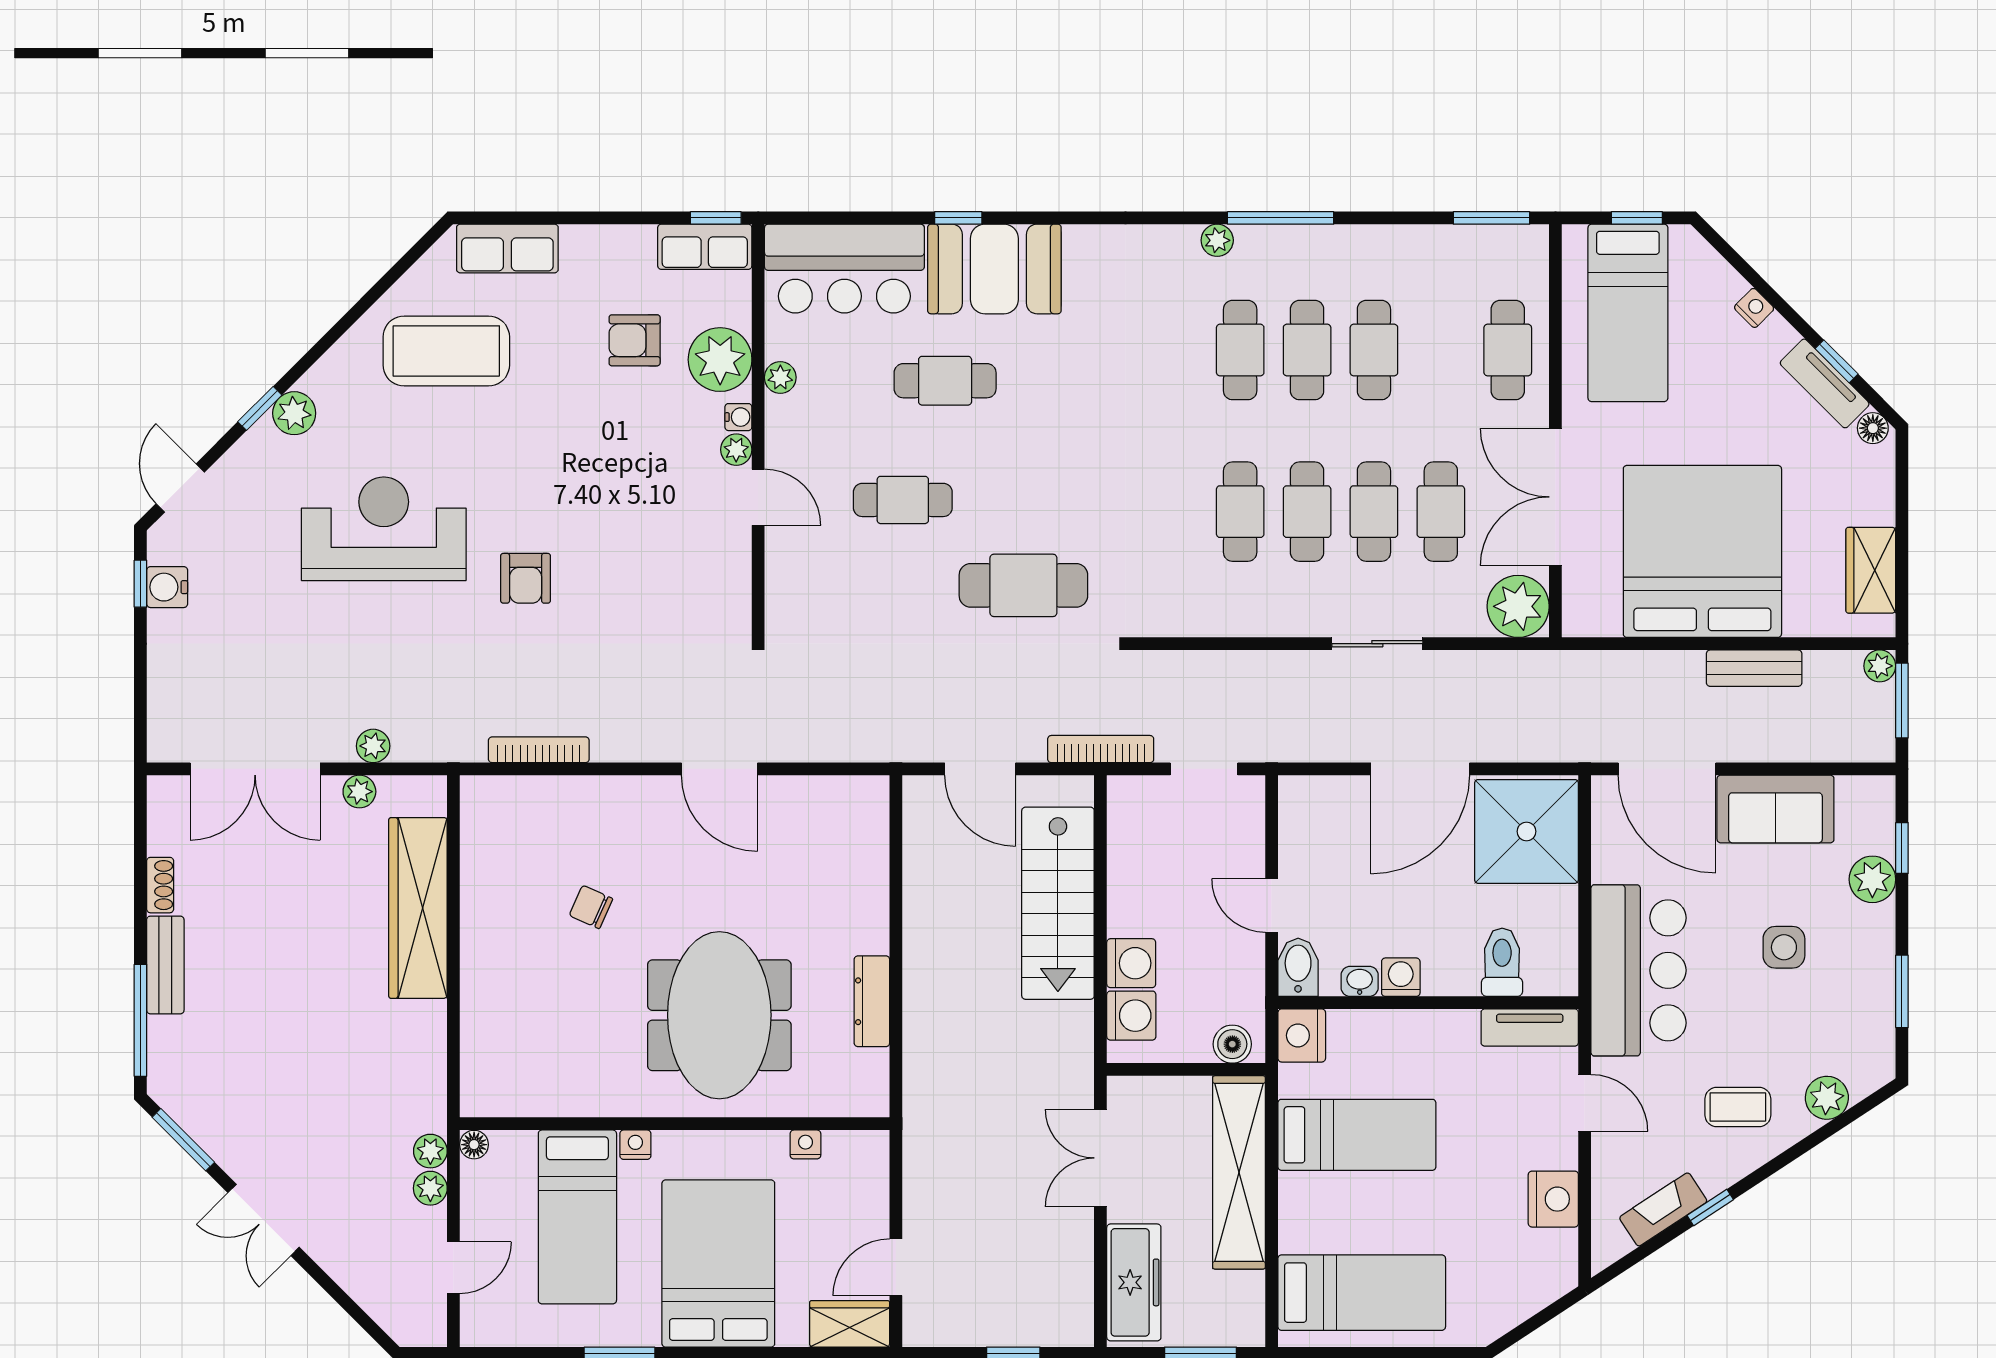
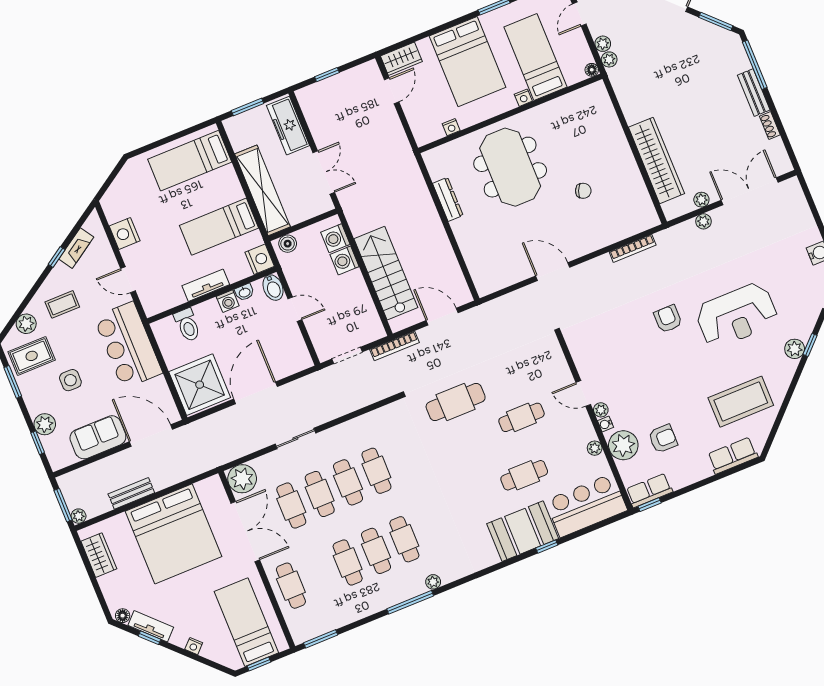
tv unit: (1530, 1028) -> (206, 285), moved
rug: (1842, 1028) -> (32, 356), added

